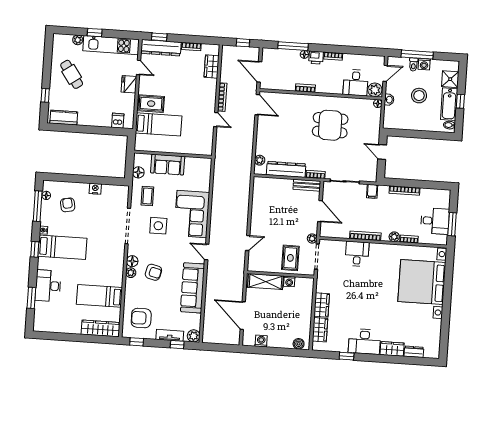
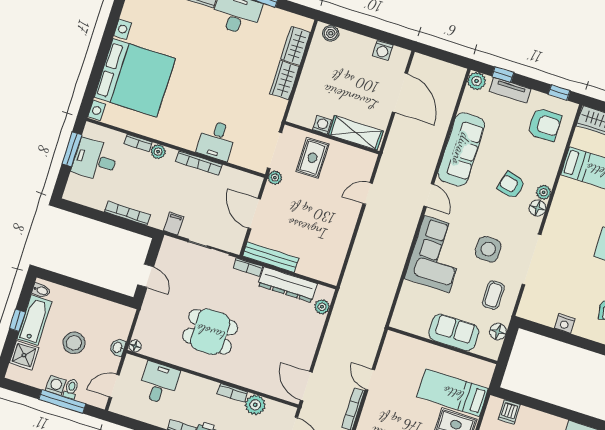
plant: (375, 90) -> (255, 405), moved
bench: (307, 185) -> (271, 257), width x1.36

